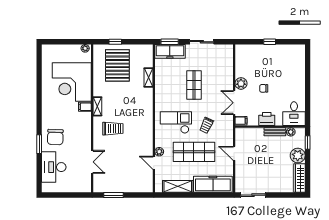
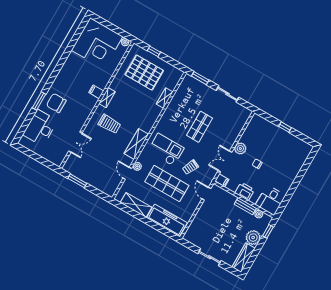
freezer: (170, 51) -> (196, 86), removed
pallet: (117, 65) -> (144, 73), turned 90
corner desk: (72, 82) -> (97, 43), moved, turned -90
shelving: (147, 132) -> (136, 144), added
chair: (55, 137) -> (56, 103), turned 88
door: (234, 153) -> (206, 194), moved
sliding door: (253, 195) -> (210, 257), moved

